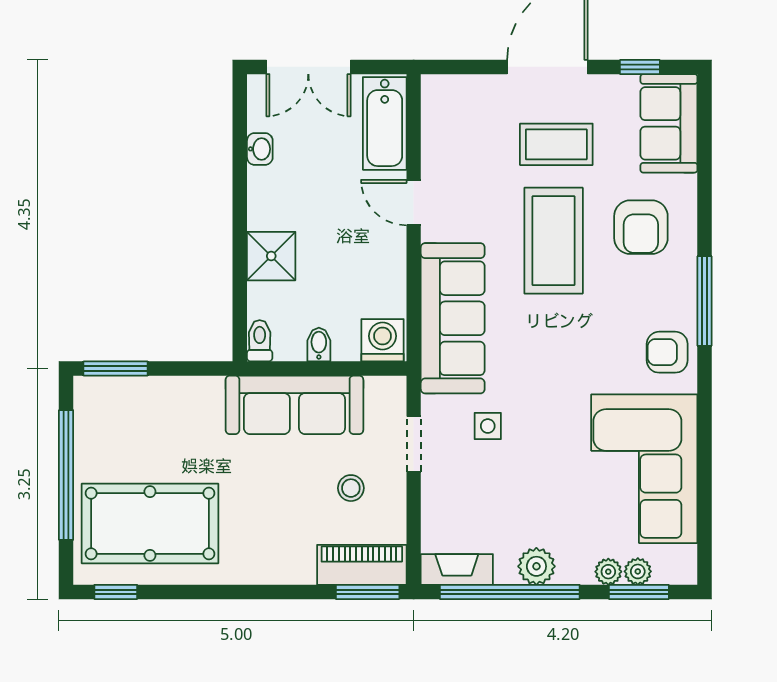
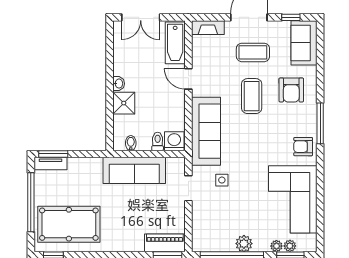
washbasin: (260, 149) -> (119, 84), moved
coffee table: (554, 241) -> (252, 96), width x0.73, depth x0.76
toilet: (260, 341) -> (158, 141), moved
bidet: (319, 344) -> (131, 143), moved
tv unit: (109, 389) -> (50, 163), added
stool: (351, 488) -> (160, 208), removed
fireplace: (457, 569) -> (208, 28), moved, turned 180

